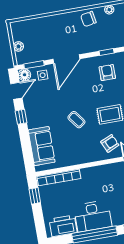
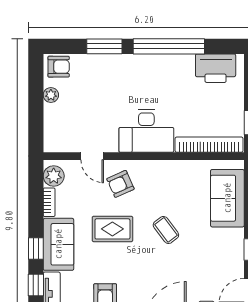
desk: (93, 216) -> (146, 131), moved, turned 180

